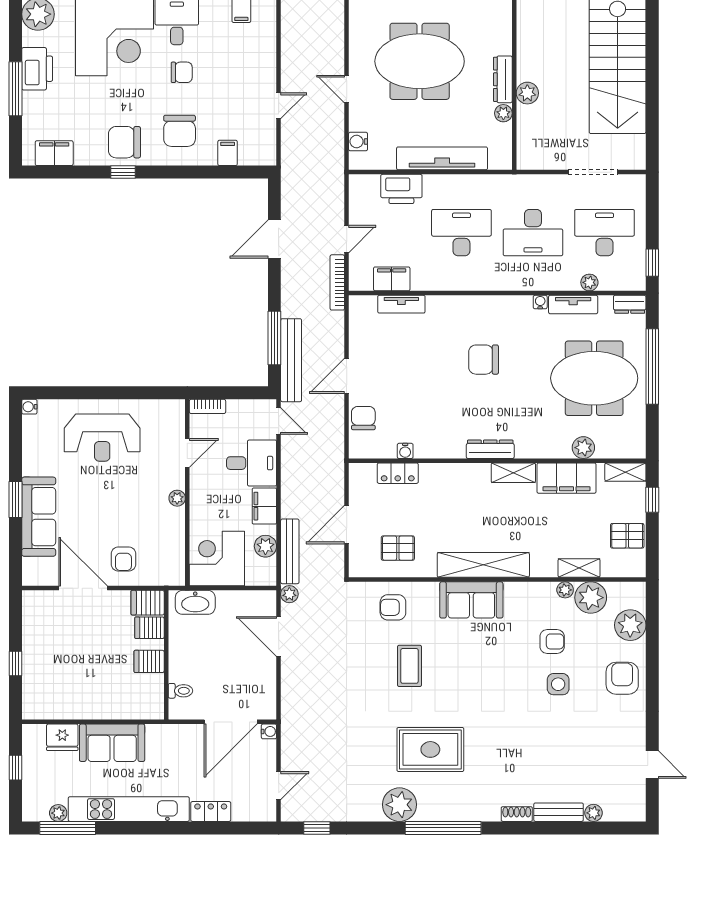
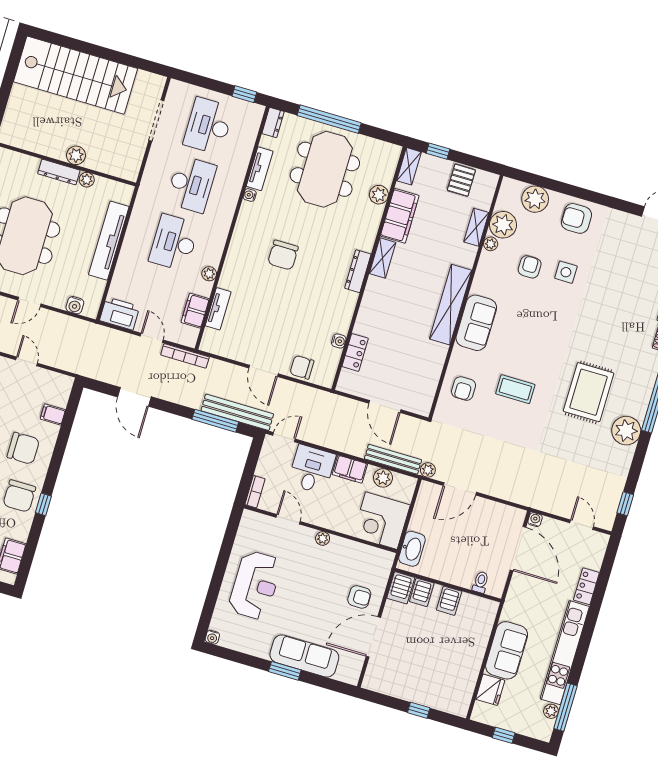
printer: (401, 189) -> (120, 314), moved, turned -90
plant: (589, 282) -> (209, 274), moved
pallet: (398, 548) -> (416, 370), removed

